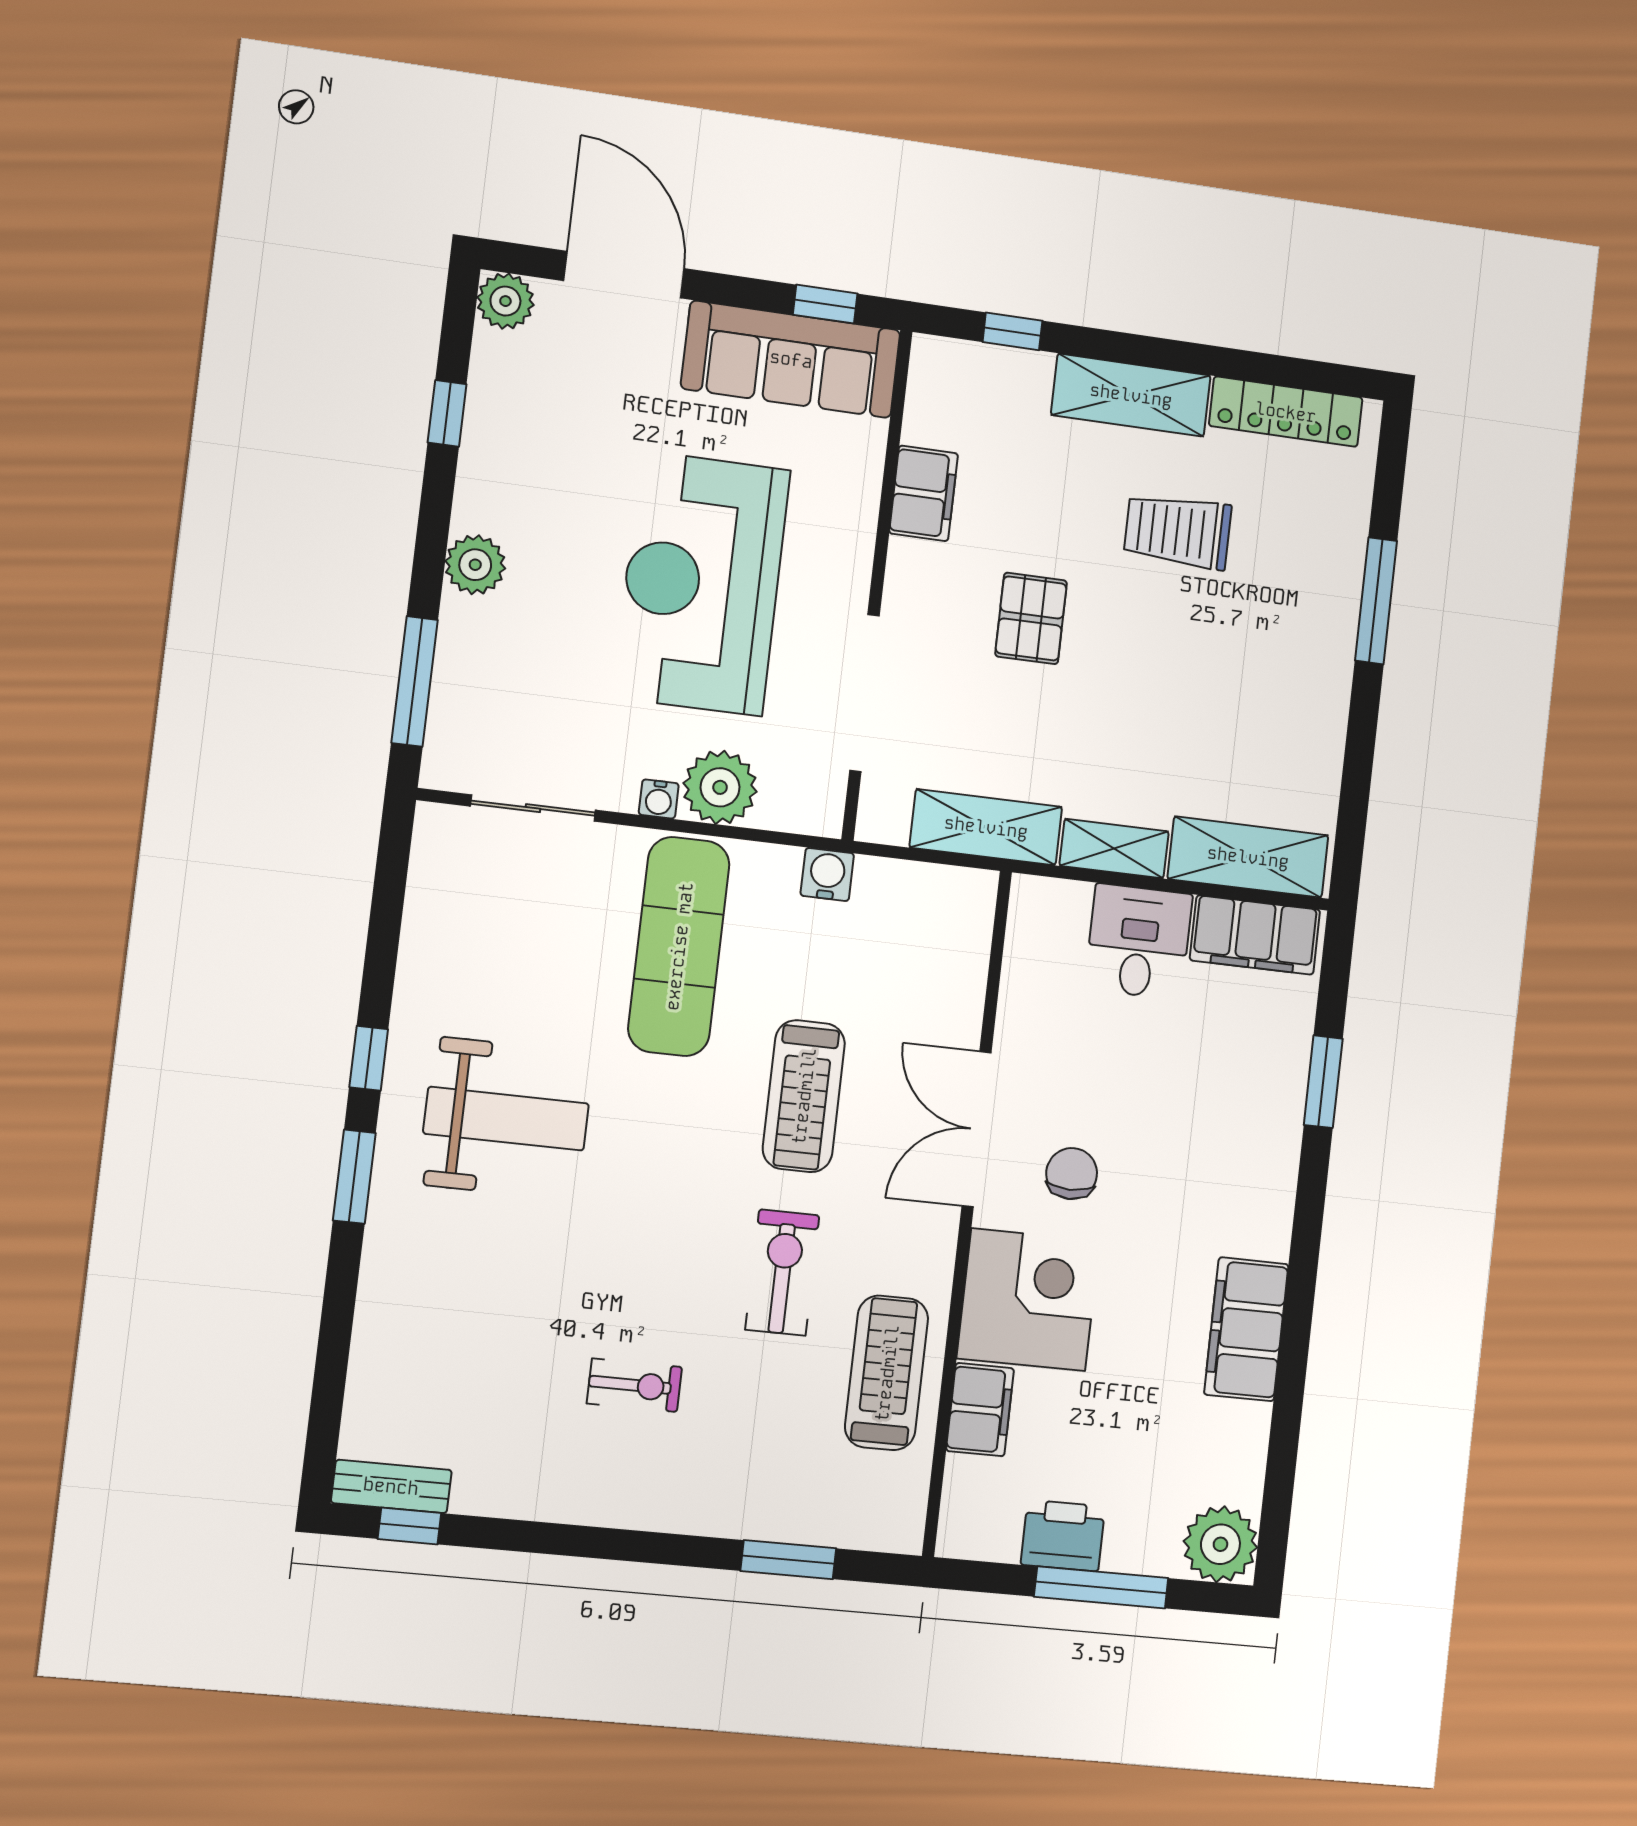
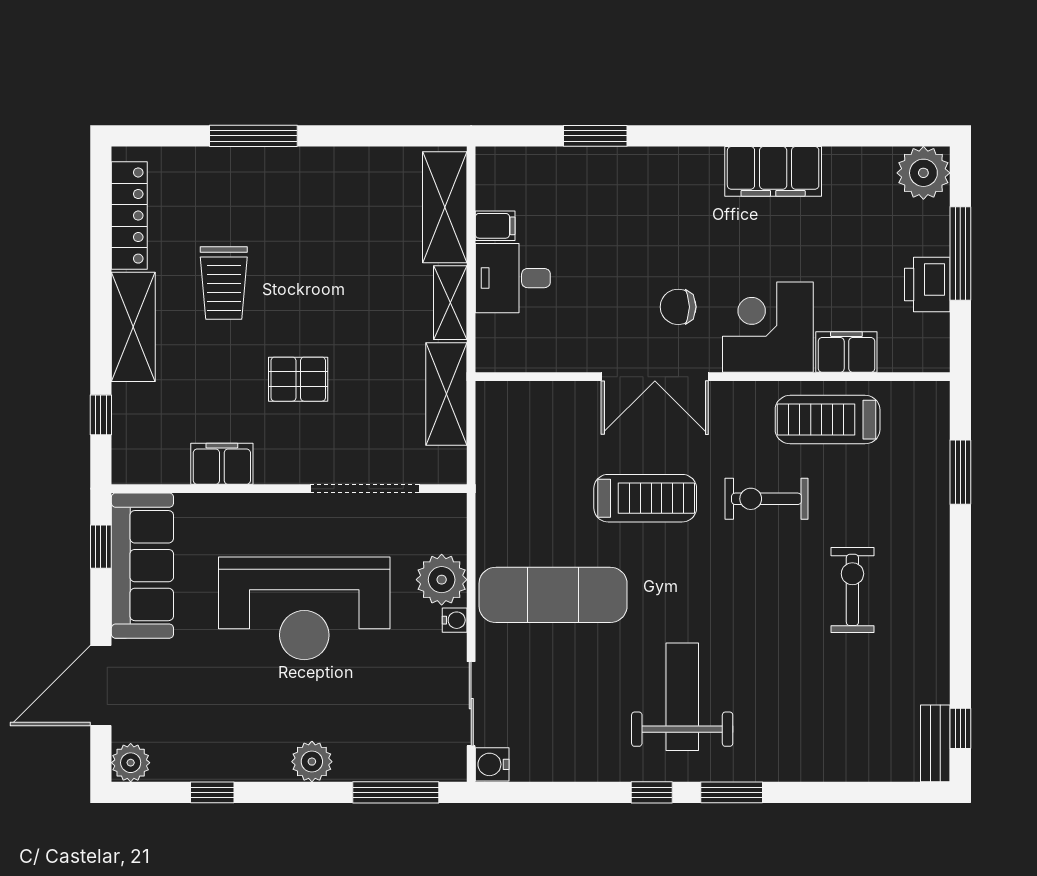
water cooler: (827, 874) -> (492, 764), moved
filing cabinet: (1255, 935) -> (495, 226), width x0.33, depth x0.86
exercise bike: (634, 1385) -> (852, 590), width x1.38, depth x1.39

